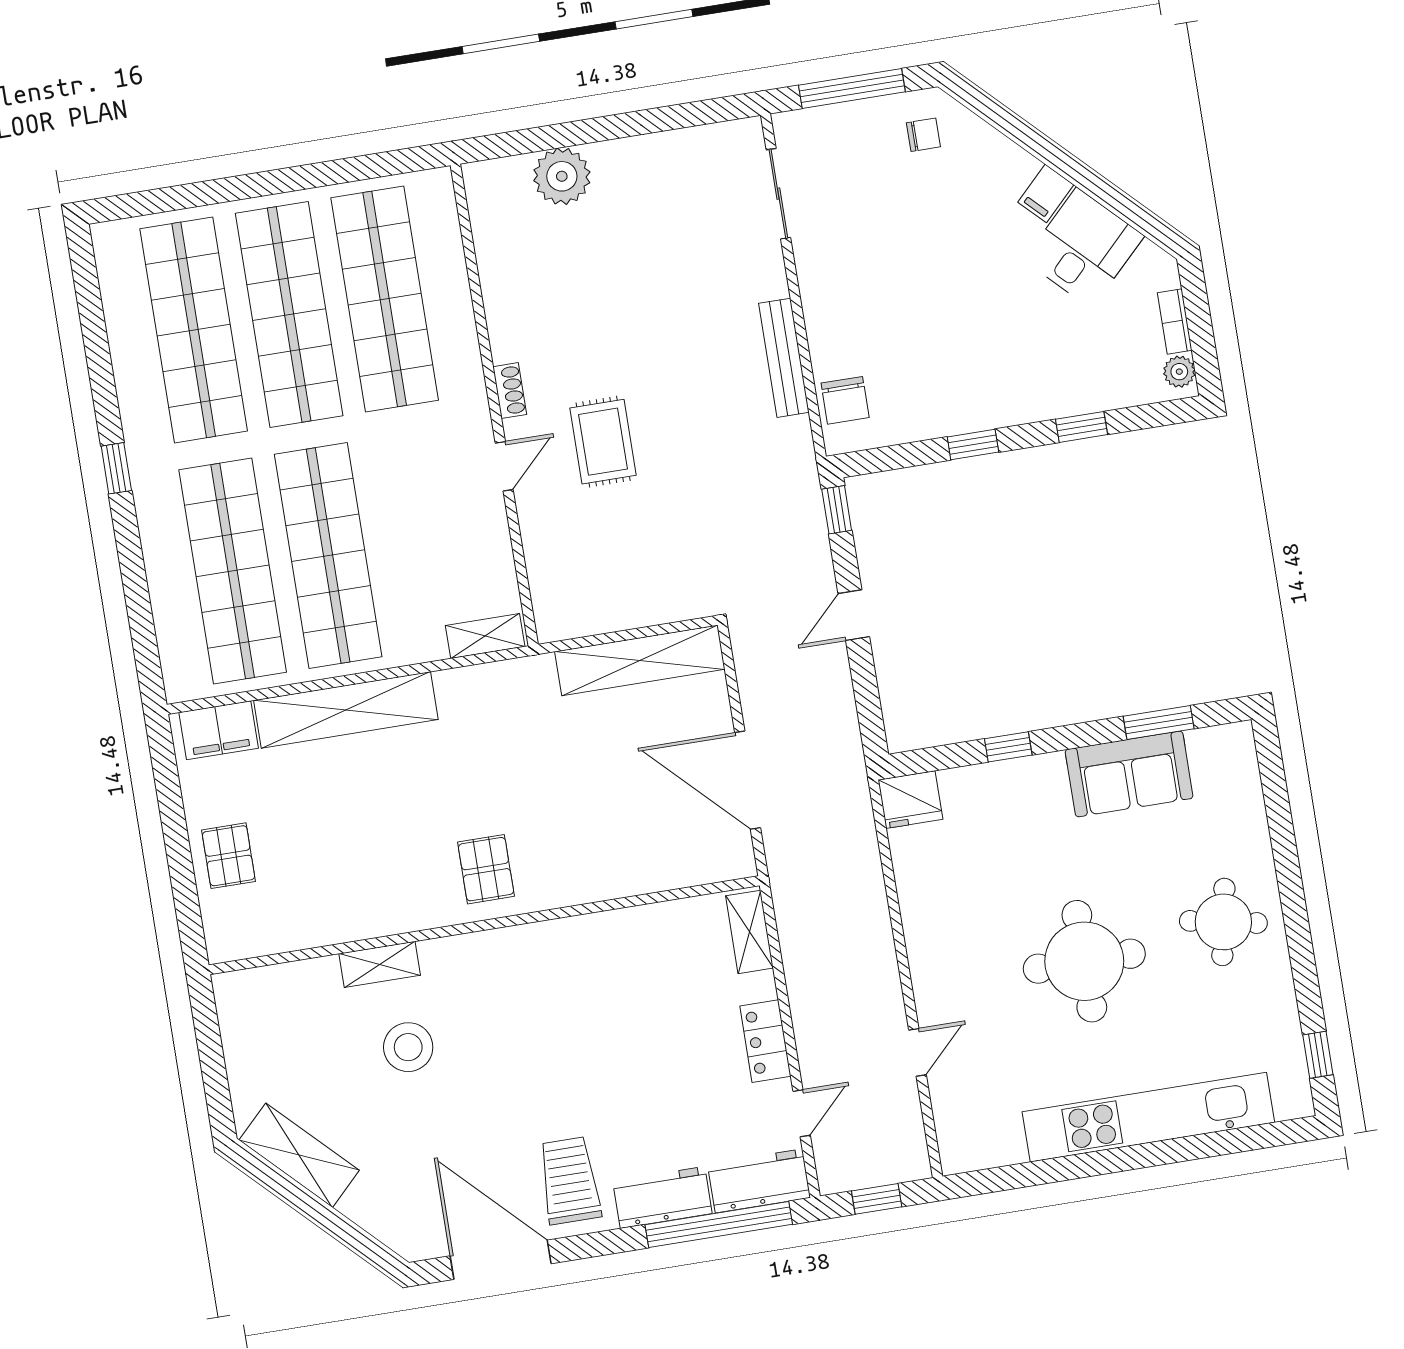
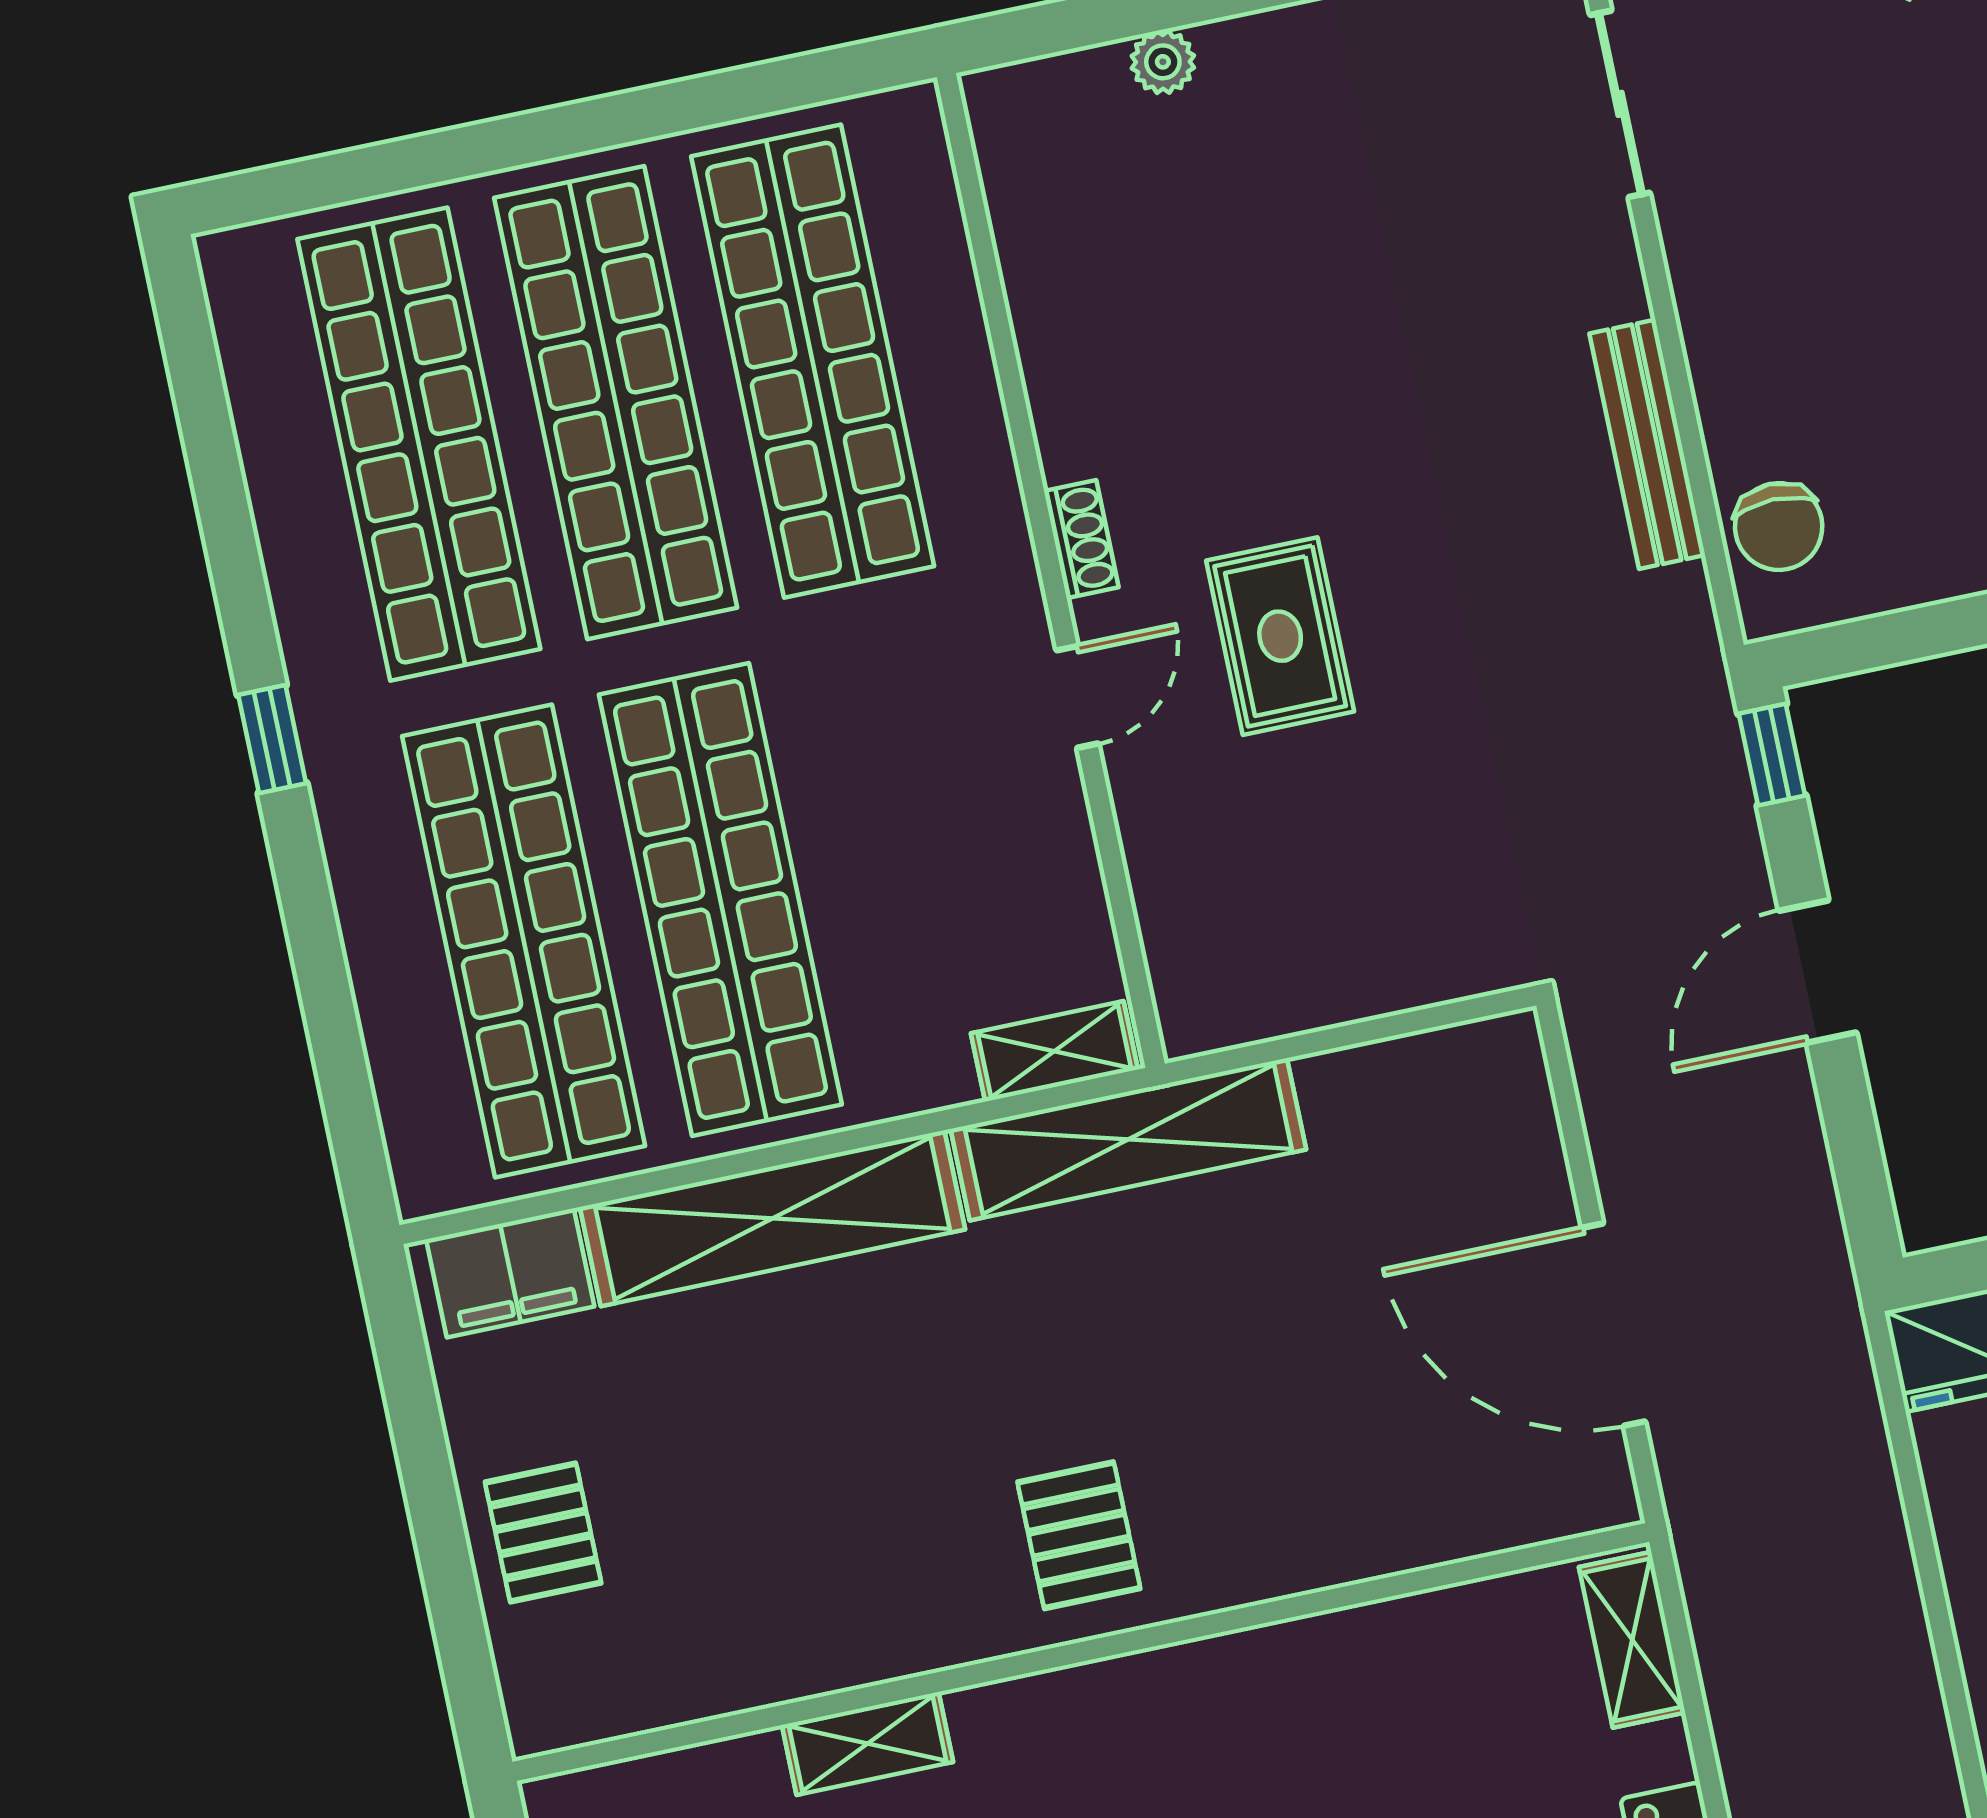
plant: (562, 176) -> (1163, 62), width x0.53, depth x0.53
door: (854, 615) -> (1818, 972), width x1.38
shelving: (640, 660) -> (1128, 1139), moved

